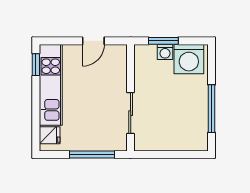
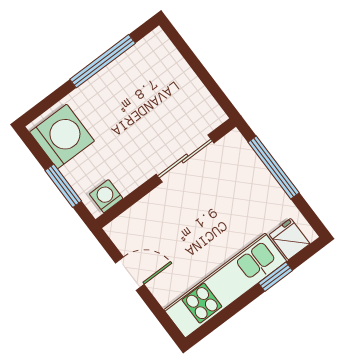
washing machine: (165, 52) -> (106, 196), moved, turned -90
window: (36, 65) -> (275, 277), moved

